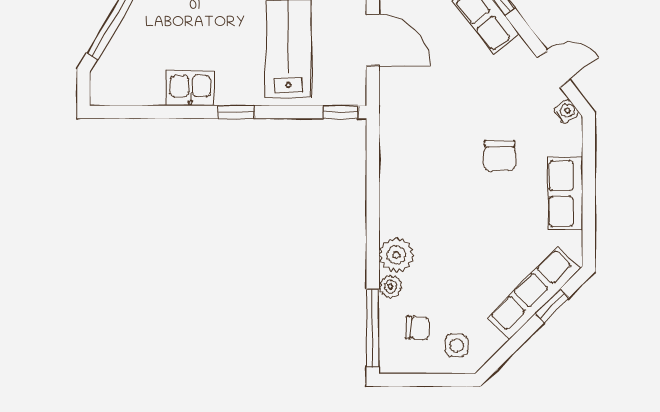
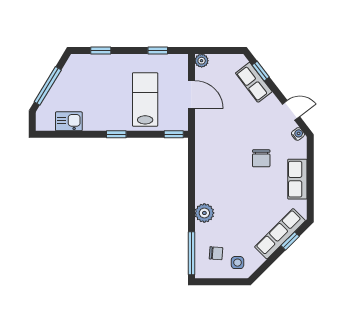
kitchen sink: (190, 88) -> (69, 121), moved
plant: (391, 287) -> (201, 230), removed

